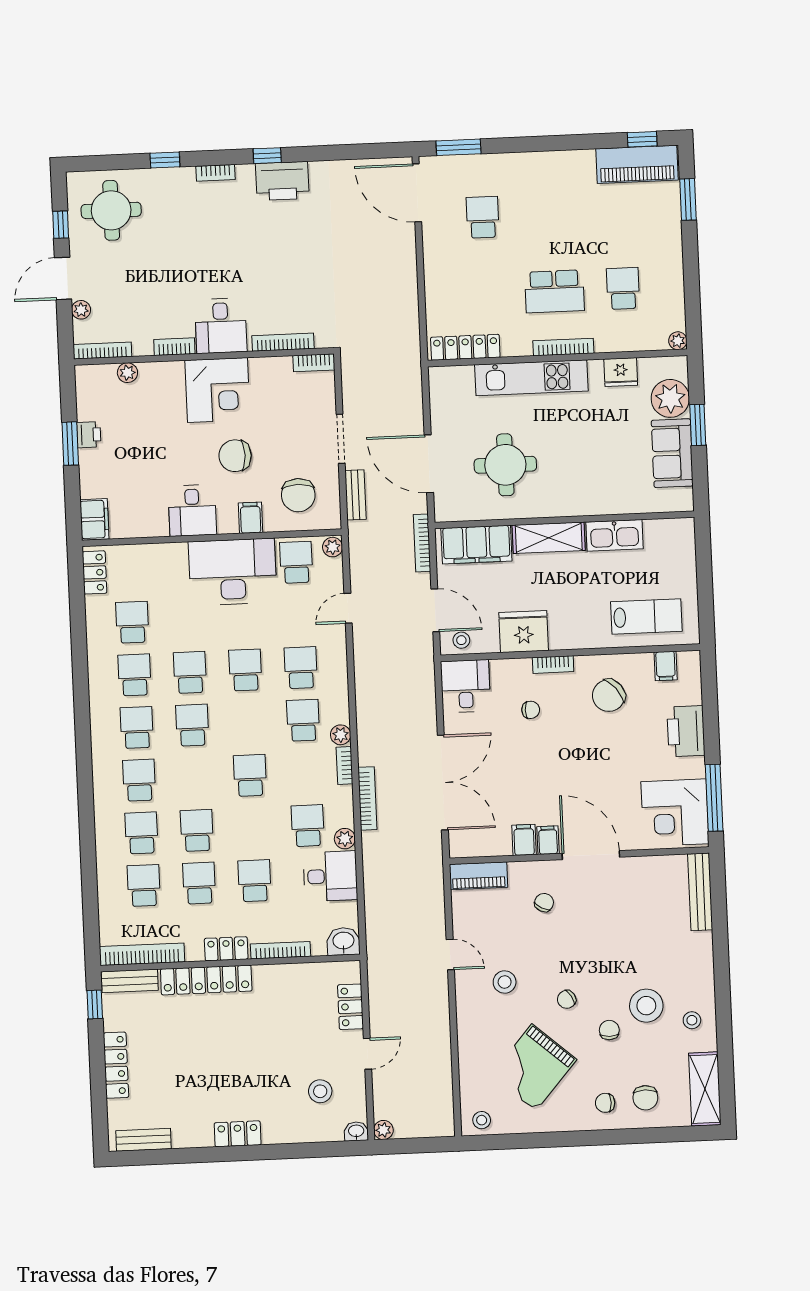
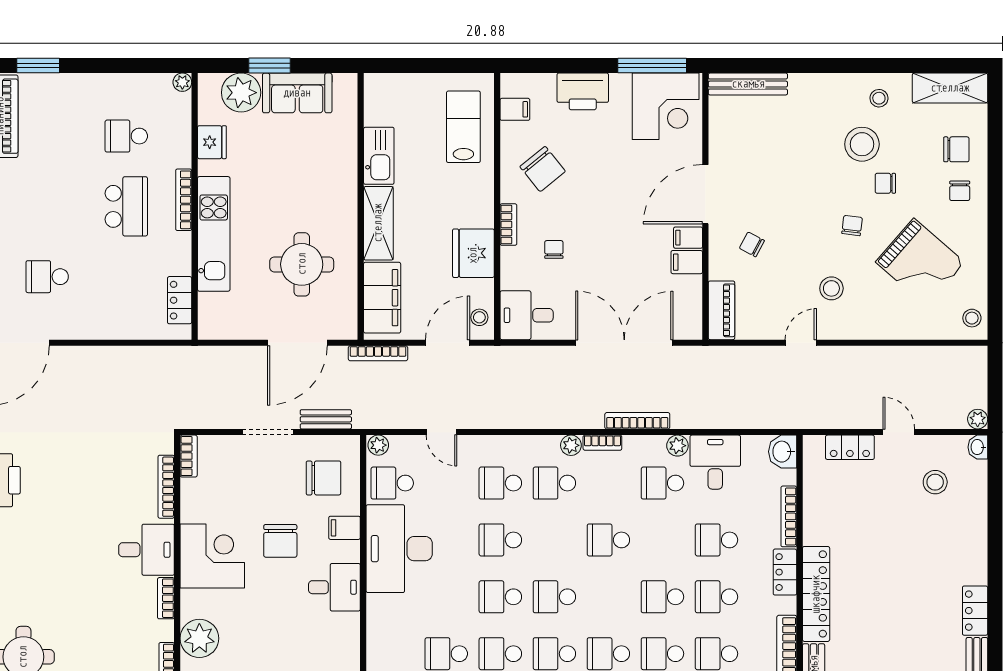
locker: (465, 347) -> (180, 300), width x0.66
plant: (127, 373) -> (199, 638), width x1.87, depth x1.87
chair: (567, 999) -> (852, 226), turned -142
locker: (238, 1134) -> (975, 611), moved

